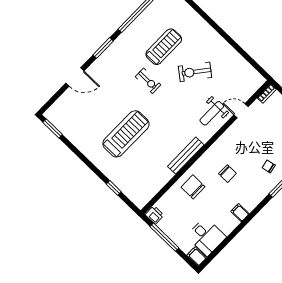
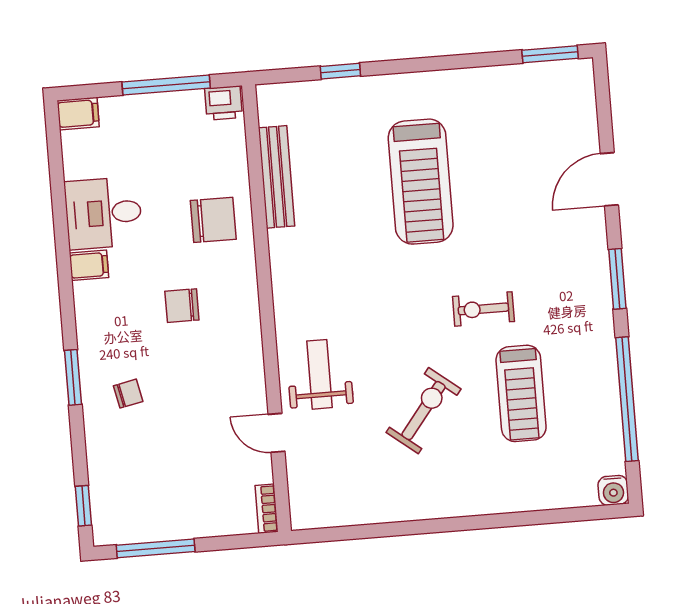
door: (241, 111) -> (277, 433), swing flipped
bench: (186, 156) -> (277, 177), moved
desk: (206, 237) -> (103, 213), moved

